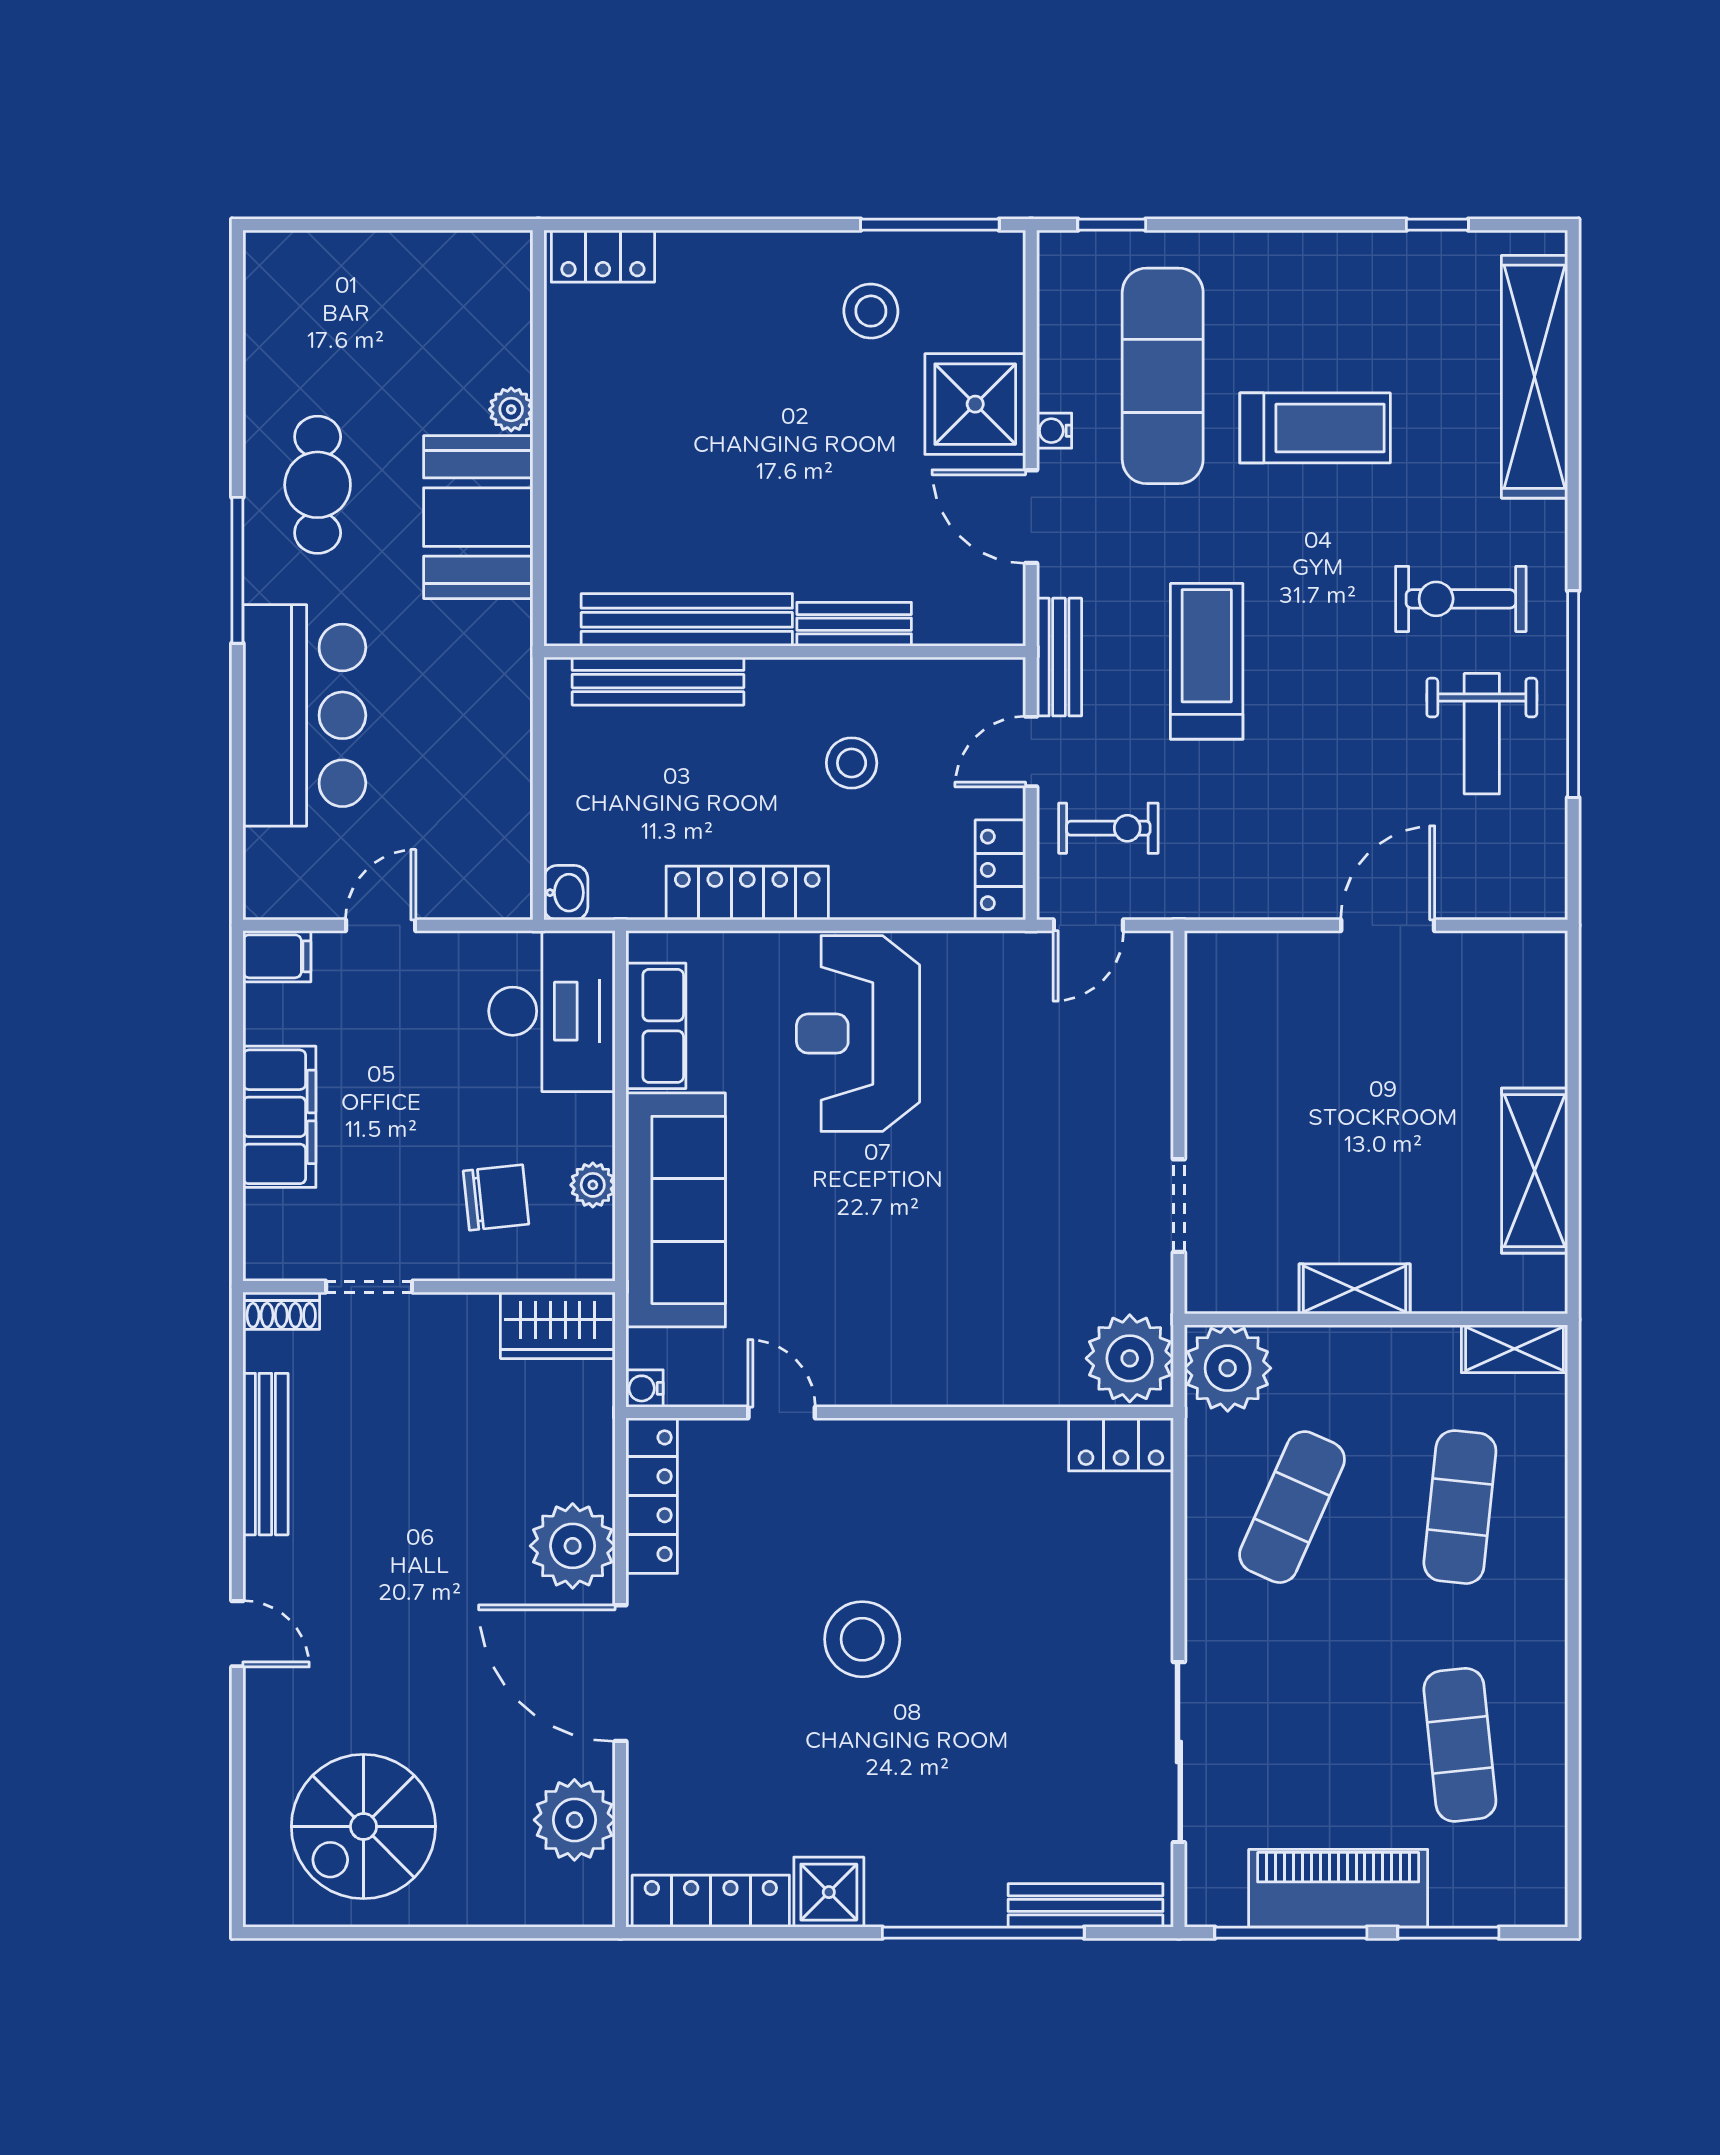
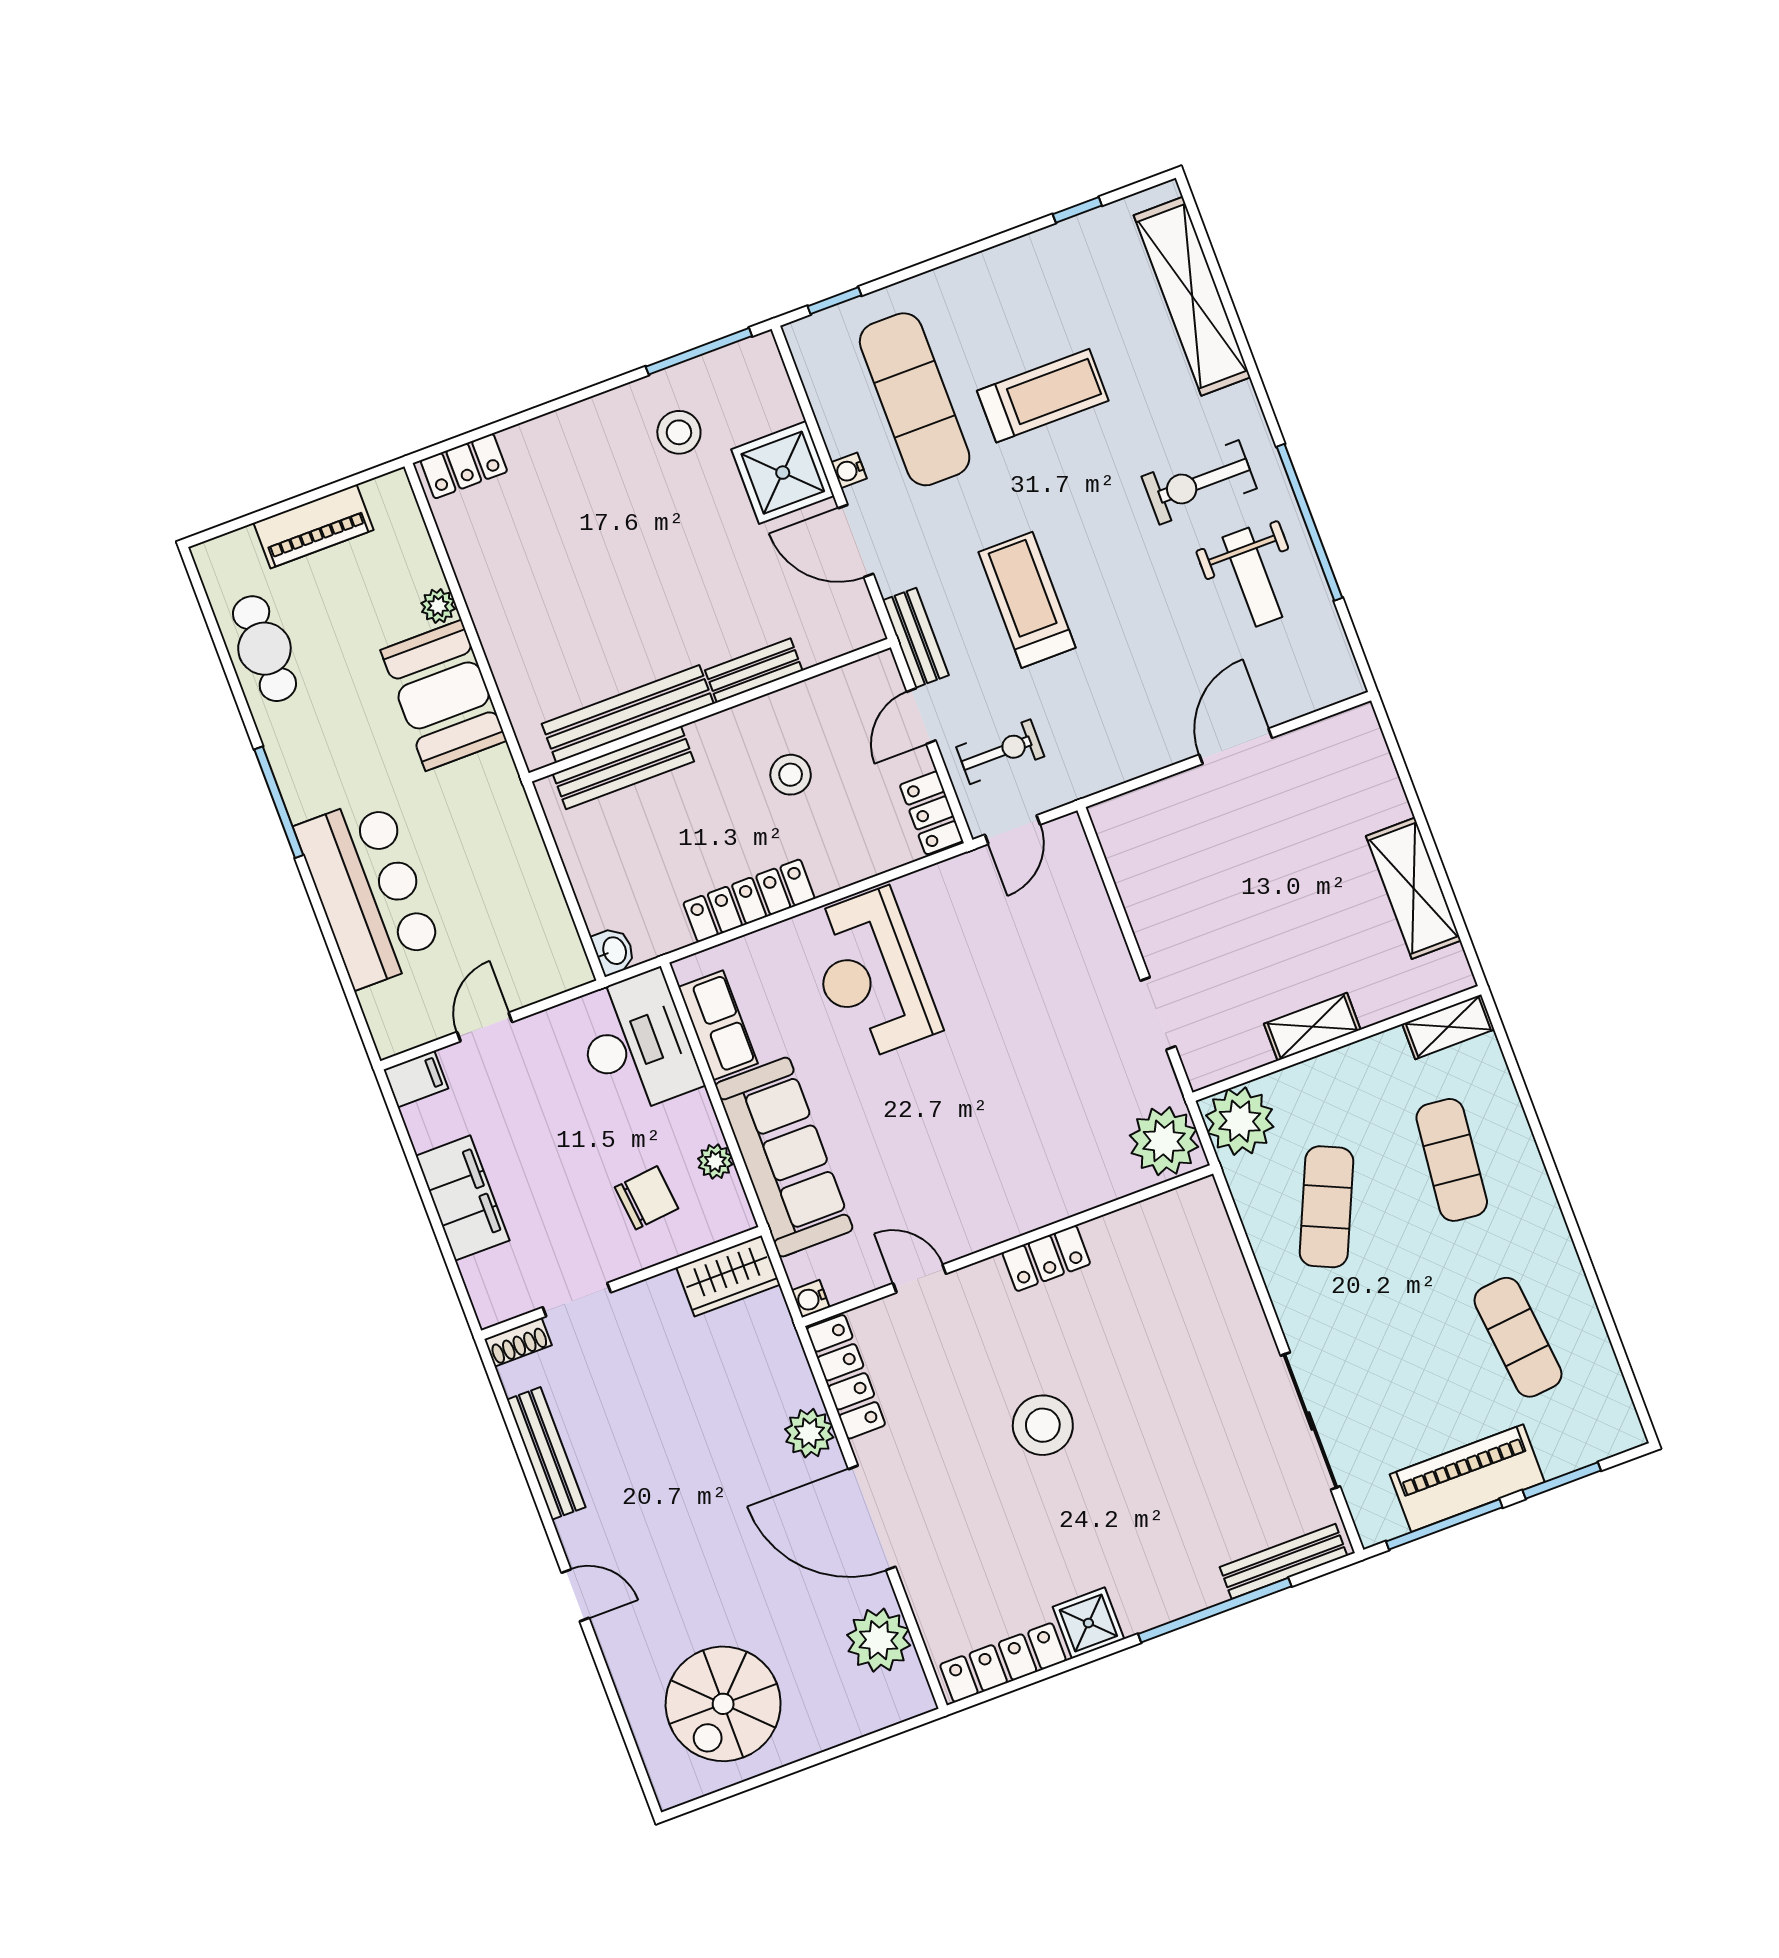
piano: (400, 261) -> (313, 526), added
cafe table: (318, 485) -> (264, 649), moved
locker: (1121, 1444) -> (1046, 1258), moved
plant: (573, 1546) -> (809, 1433), width x0.73, depth x0.73

